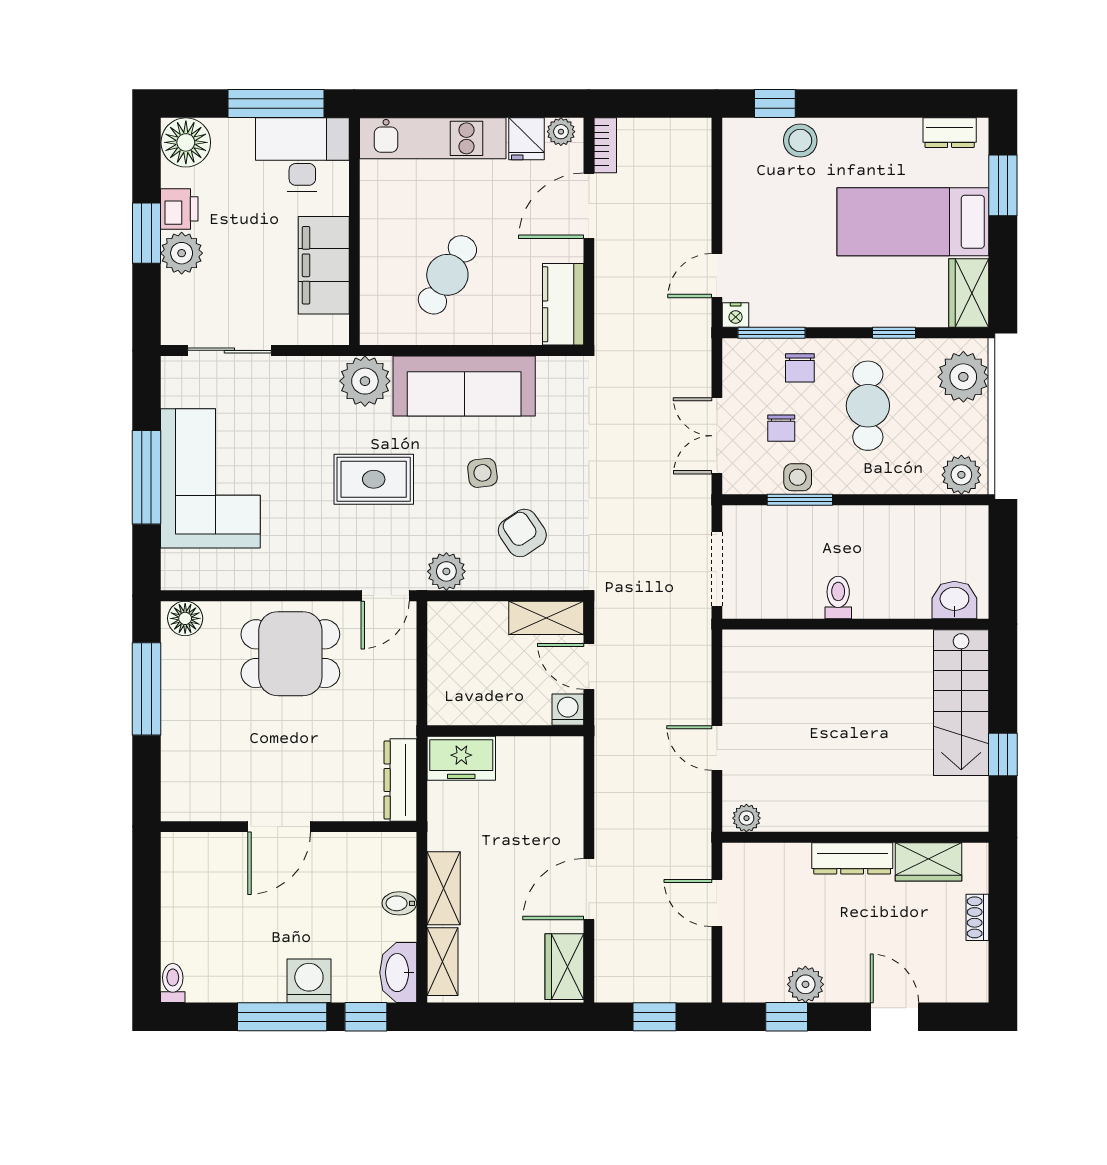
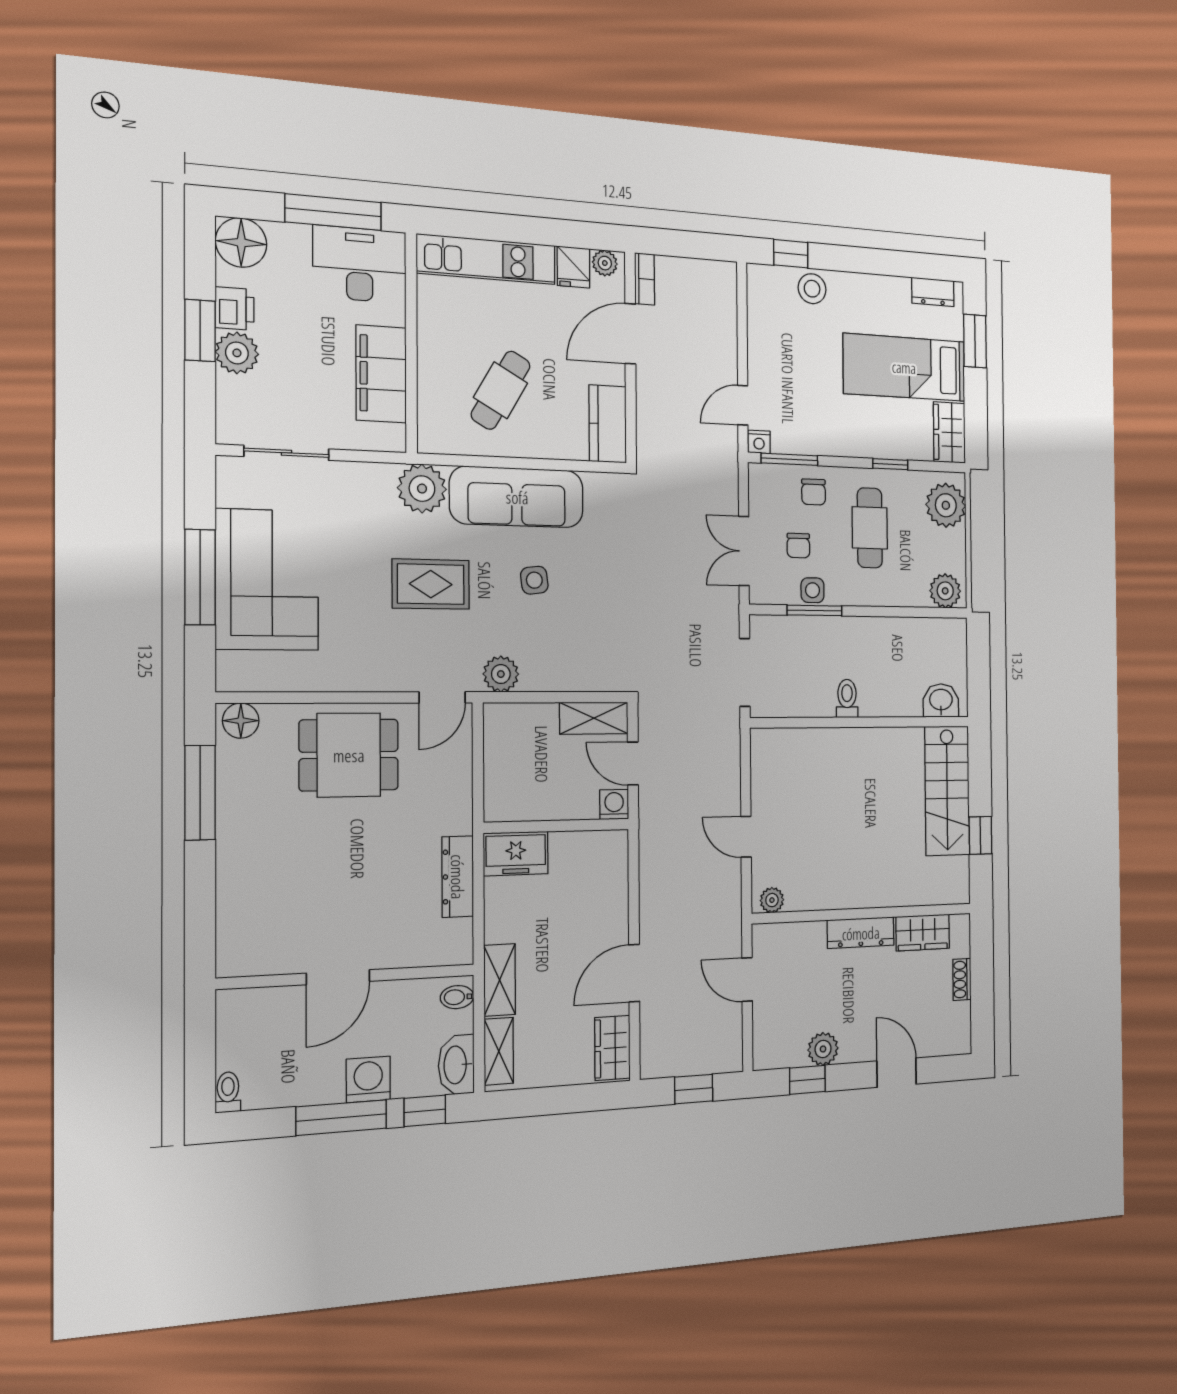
armchair: (522, 533) -> (572, 638), removed
door: (279, 827) -> (338, 977), moved
wall: (289, 827) -> (348, 977), moved

